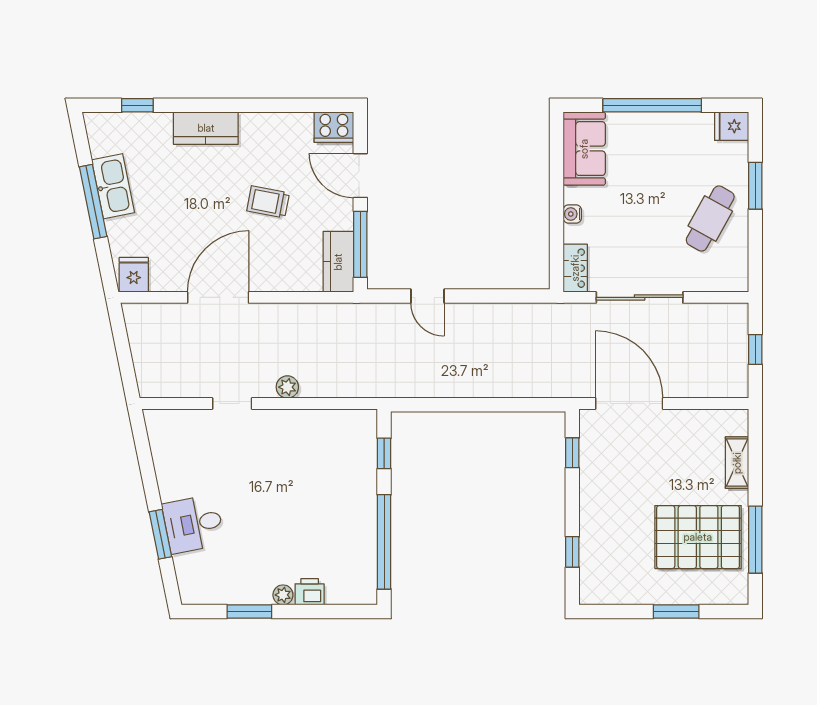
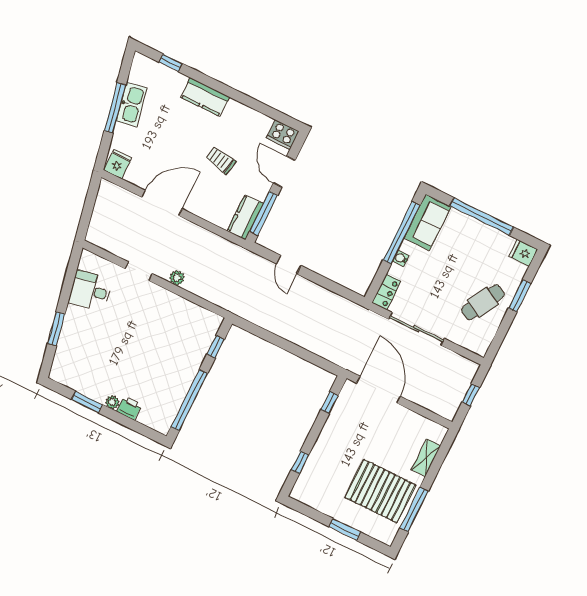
window: (556, 180) -> (401, 233), added
desk: (193, 524) -> (90, 291), moved

